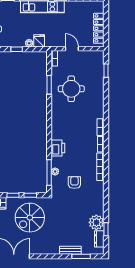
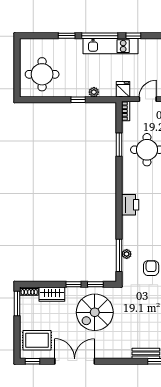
fridge: (39, 41) -> (123, 89), moved
door: (72, 49) -> (148, 99), hinge flipped
printer: (58, 148) -> (130, 205), moved

